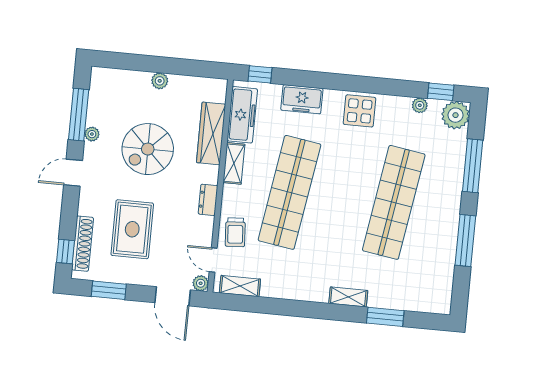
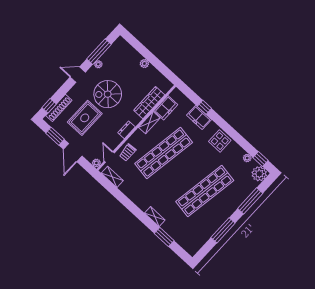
window: (260, 74) -> (204, 107), moved
freezer: (242, 115) -> (166, 108), width x0.71
spiral stairs: (148, 149) -> (108, 94), moved
door: (173, 296) -> (73, 153), moved

